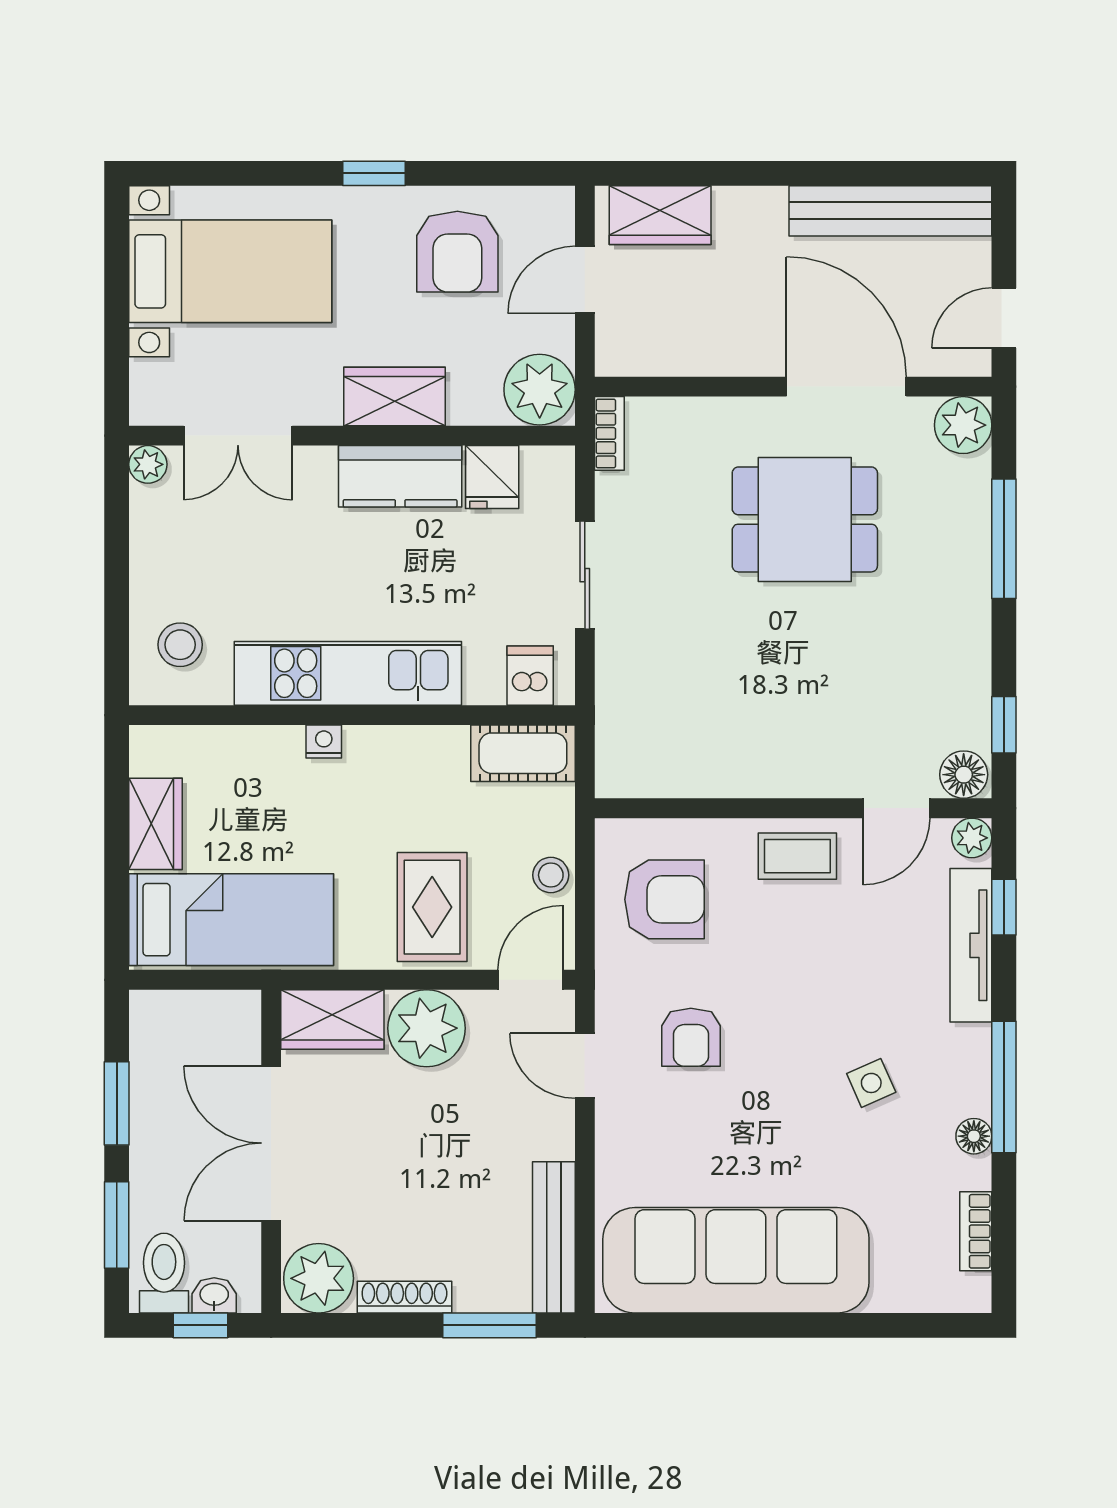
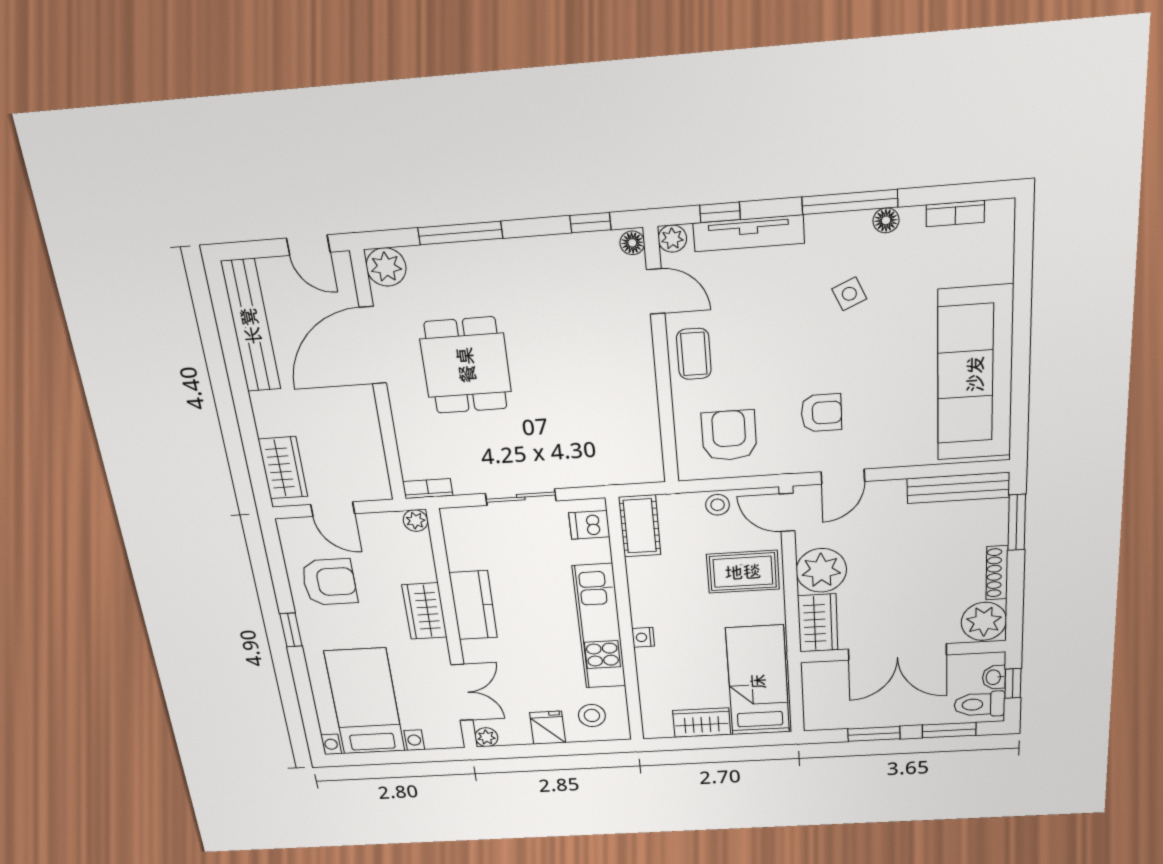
plant: (540, 390) -> (415, 521), width x0.53, depth x0.53
fridge: (492, 477) -> (548, 728), moved, turned -90
floor lamp: (964, 775) -> (632, 243), width x0.73, depth x0.73

